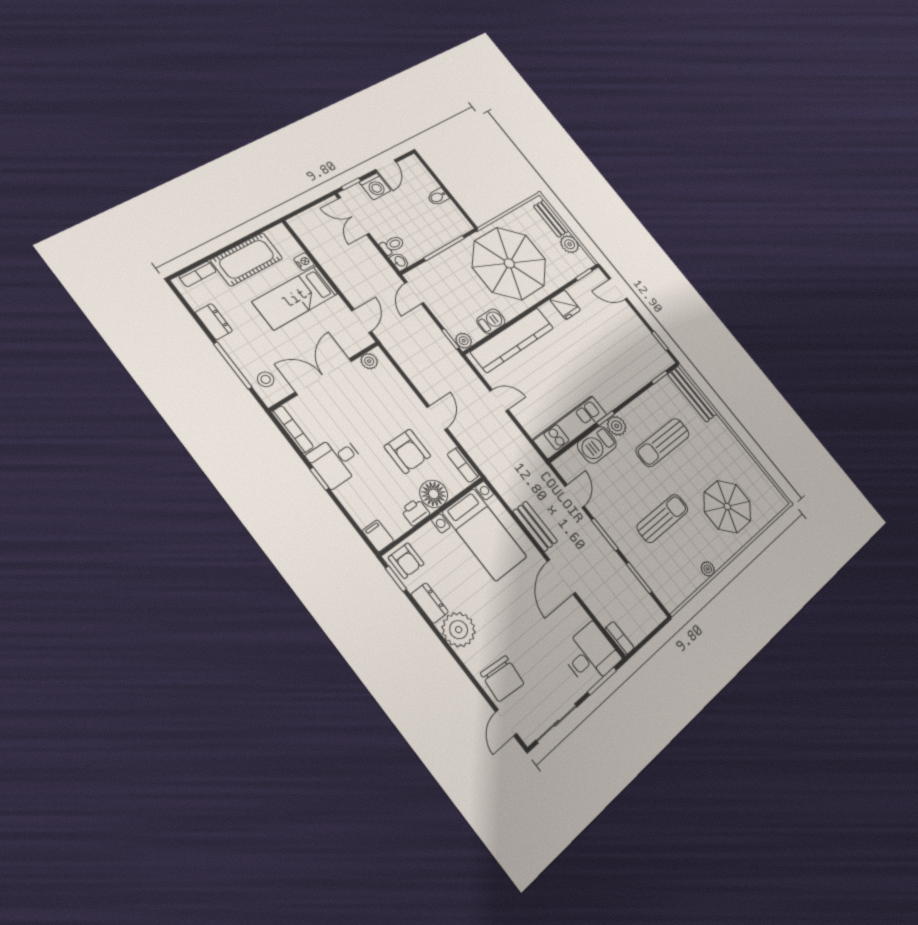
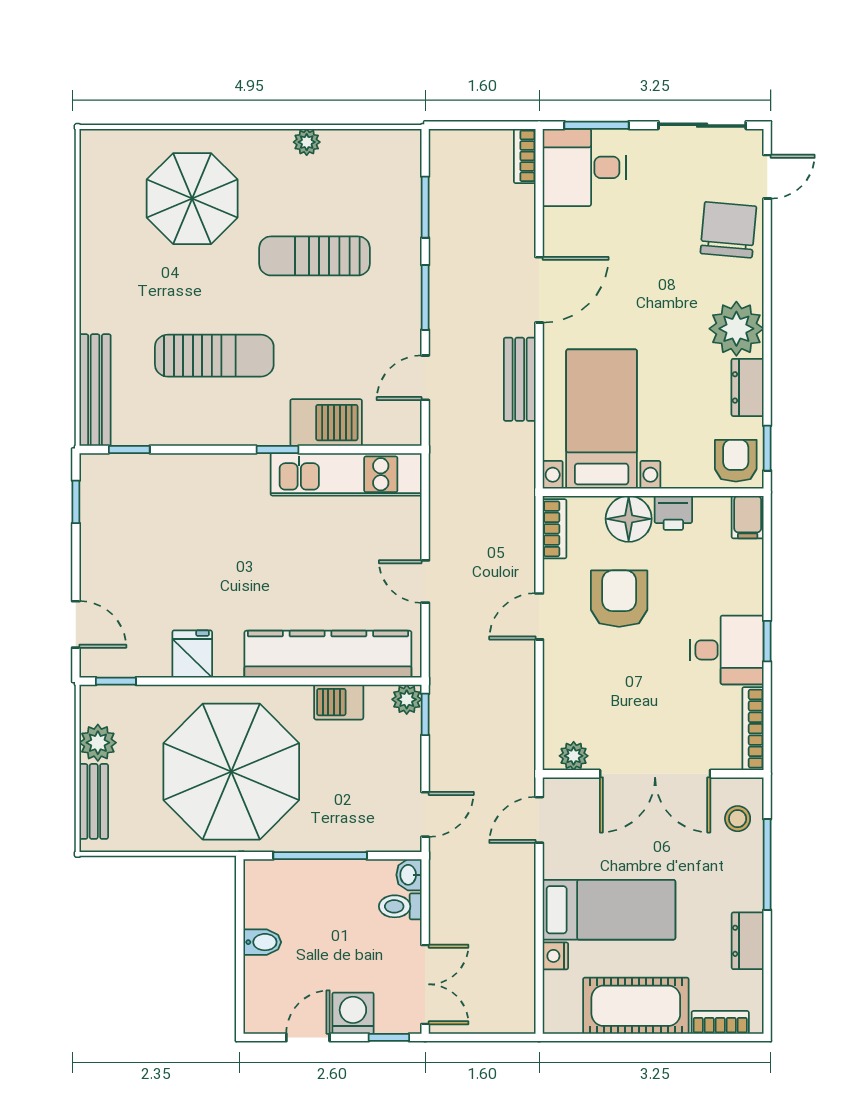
plant: (617, 426) -> (269, 428), removed

